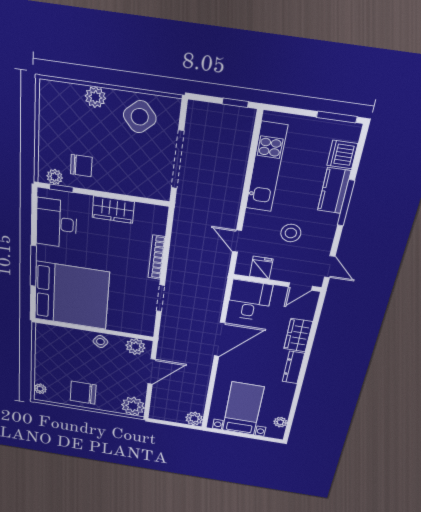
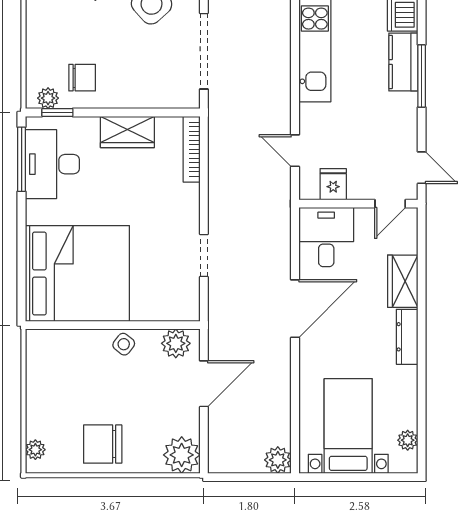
stool: (291, 233) -> (362, 128), removed
bookcase: (157, 257) -> (192, 149), moved
window: (33, 266) -> (22, 159), moved

